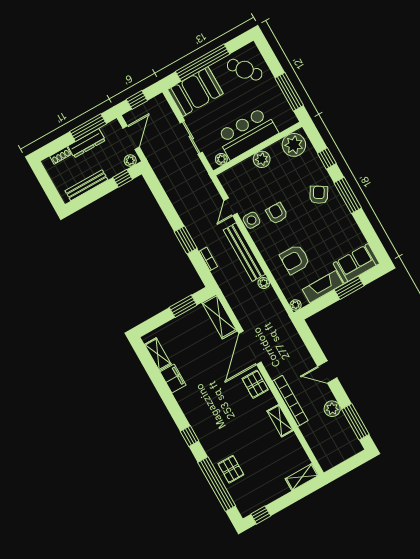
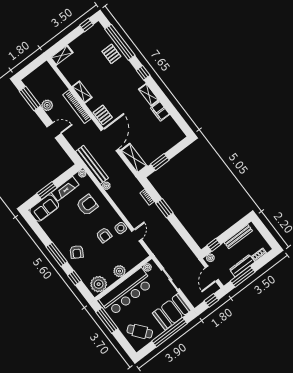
bar counter: (247, 133) -> (126, 292), width x1.36
bench: (244, 252) -> (92, 165), moved
shelving: (158, 354) -> (149, 95), moved

